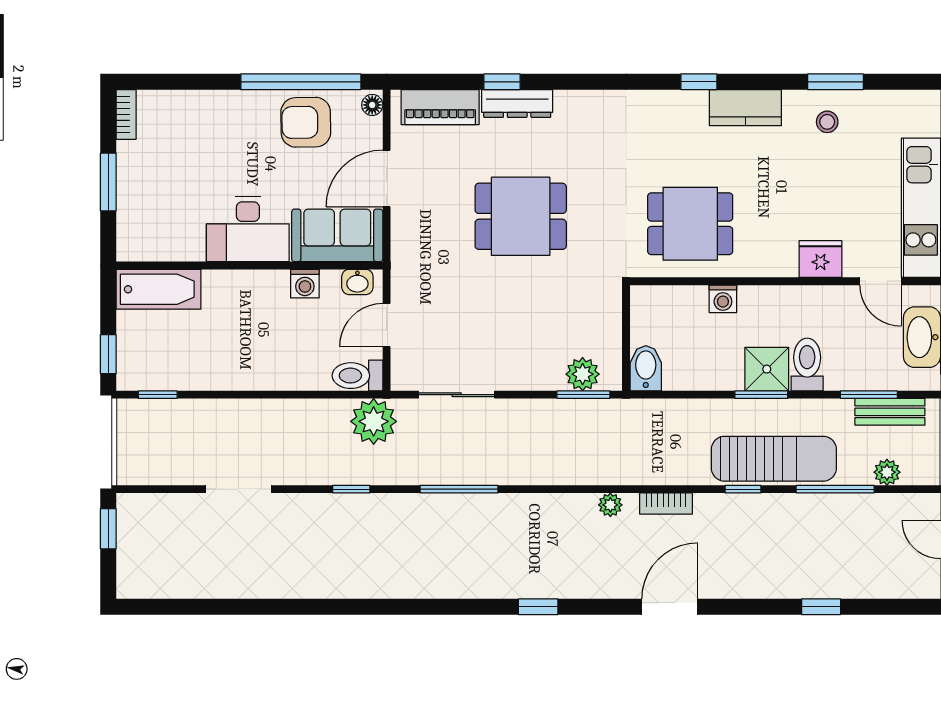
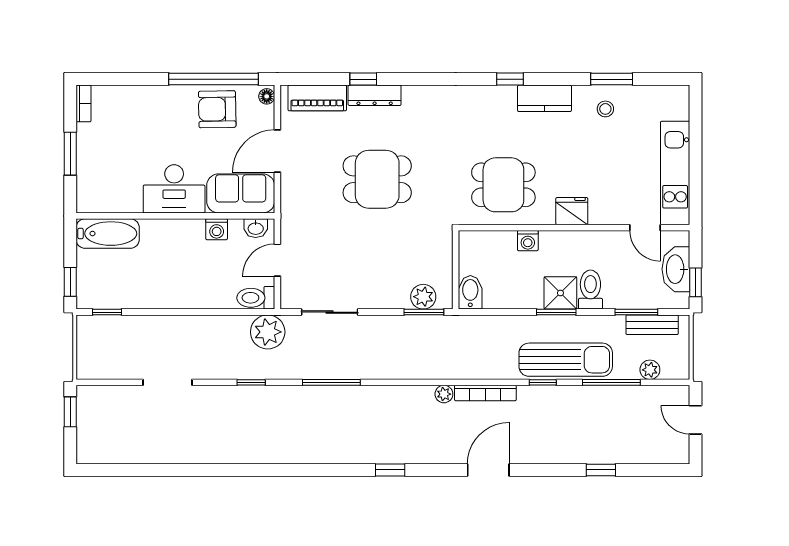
fridge: (820, 259) -> (572, 211), moved
bookcase: (666, 504) -> (485, 393), width x1.56

